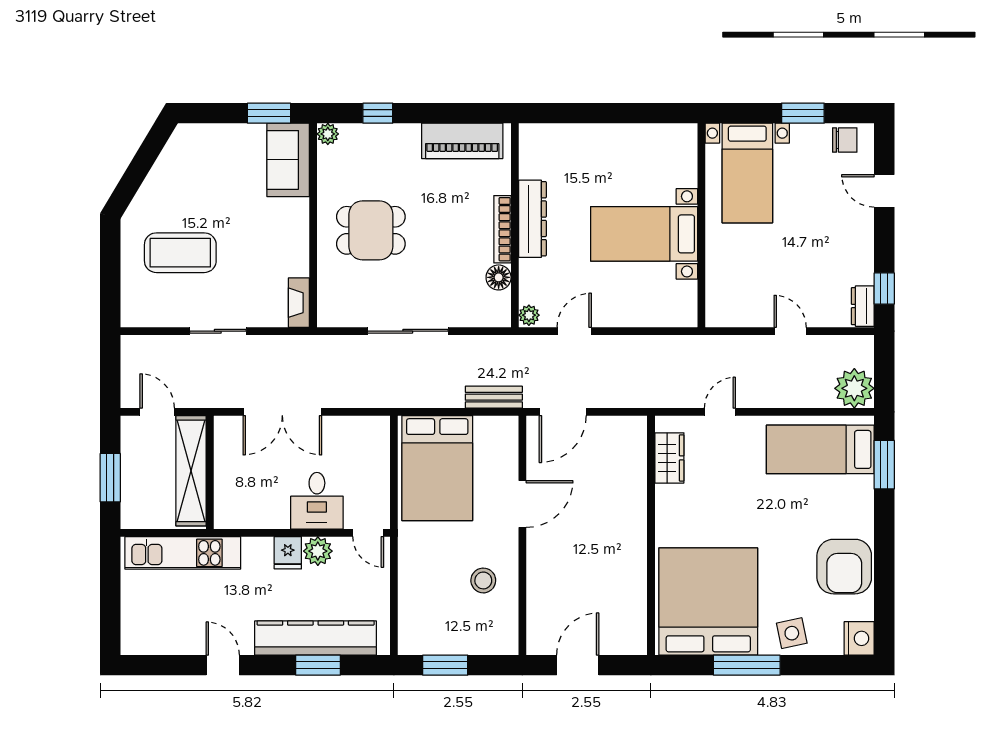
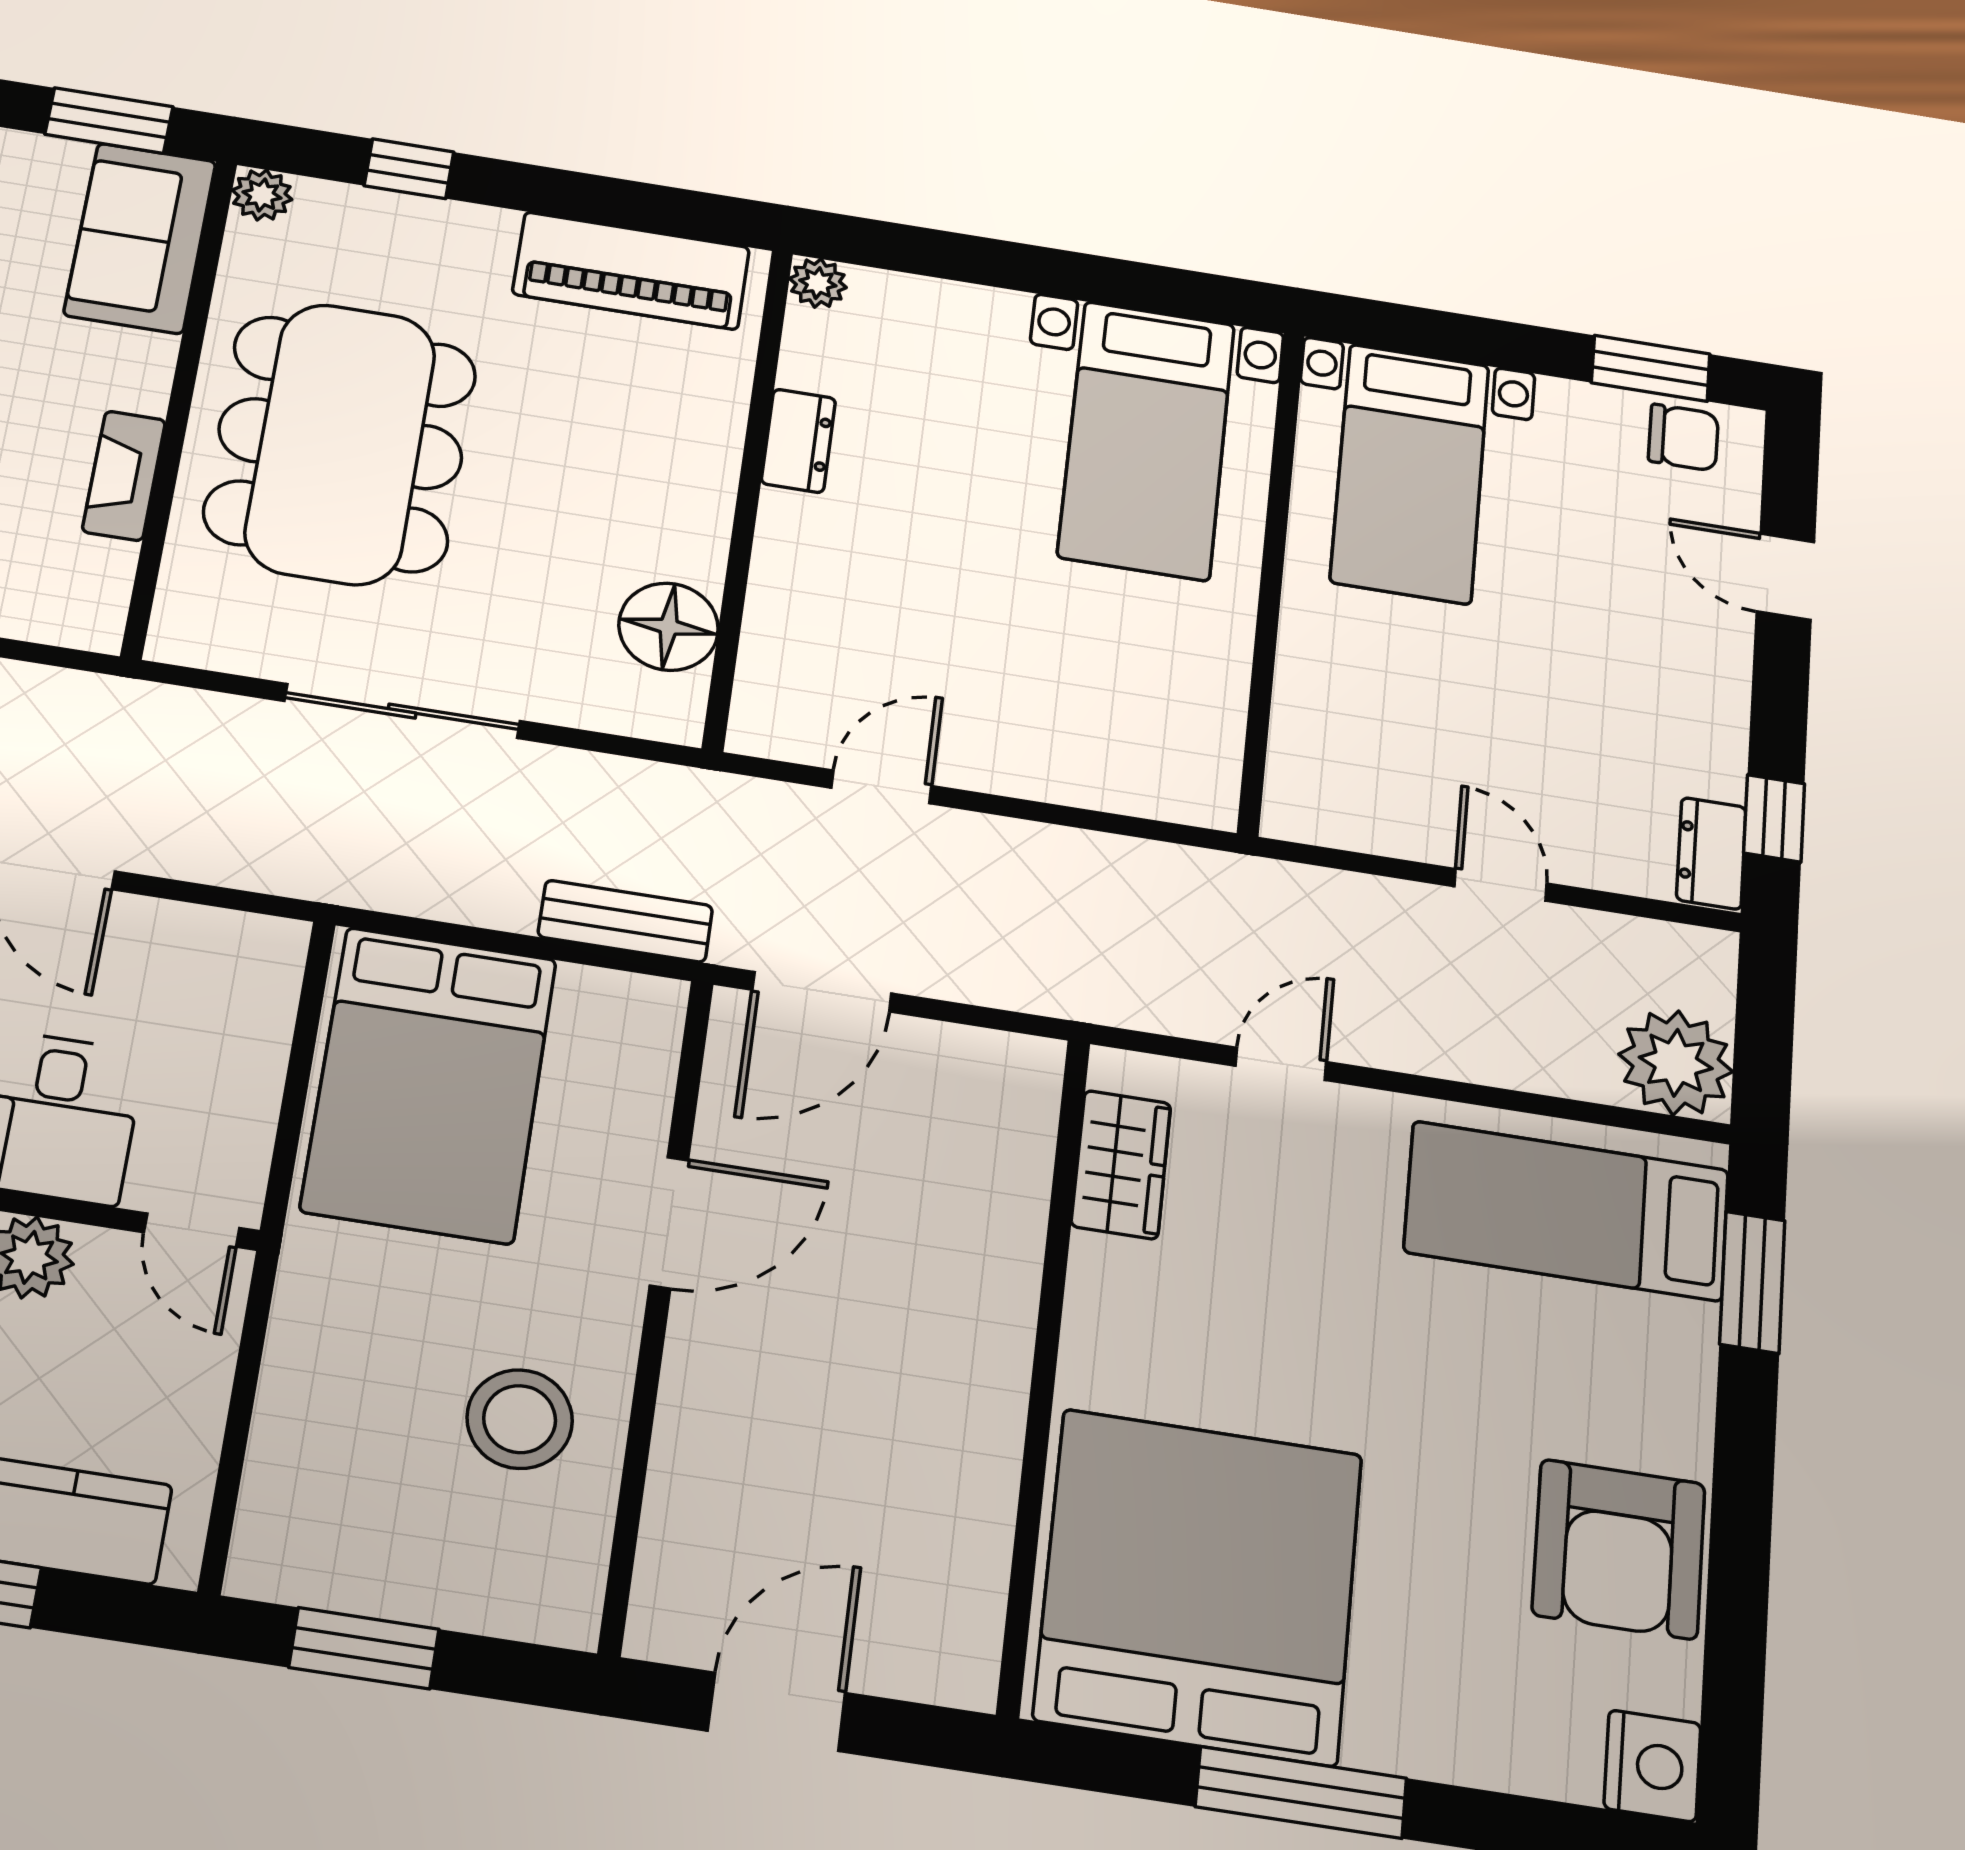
window: (803, 113) -> (1651, 368), moved
dresser: (532, 219) -> (798, 441), width x0.51, depth x0.80
bookcase: (502, 229) -> (712, 500), removed
dining table: (371, 230) -> (340, 444), width x1.88, depth x1.24
bed with nightstands: (644, 234) -> (1147, 440), moved, turned -90
floor lamp: (499, 277) -> (669, 627), width x1.38, depth x1.38
fireplace: (299, 303) -> (124, 476), moved
plant: (529, 315) -> (818, 283), moved
stool: (483, 580) -> (520, 1419), width x1.38, depth x1.38
side table: (792, 633) -> (1447, 1719), removed

